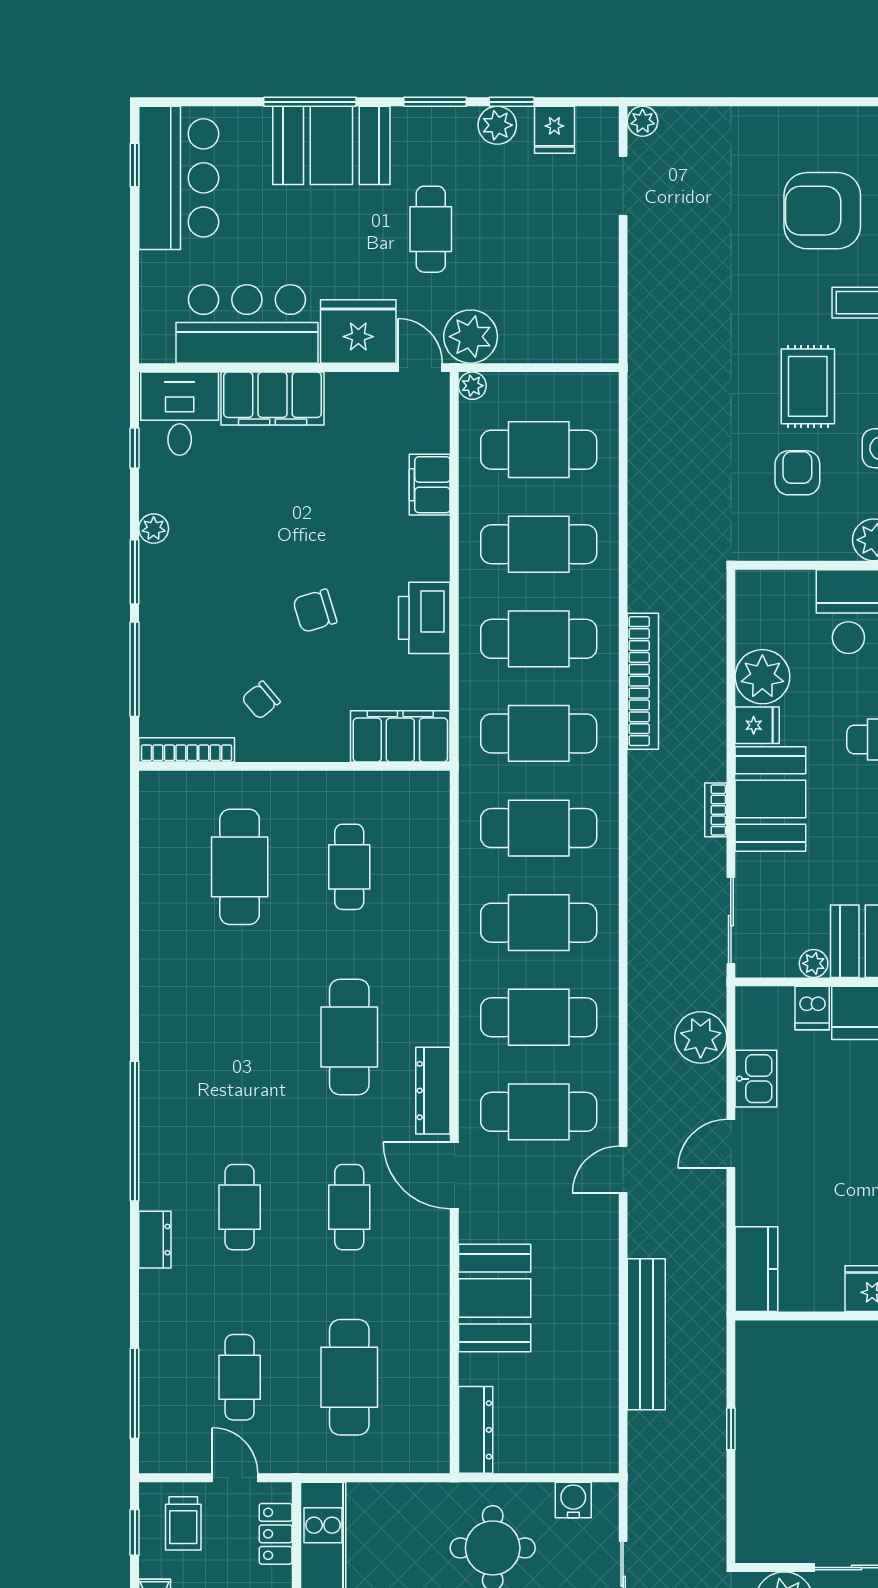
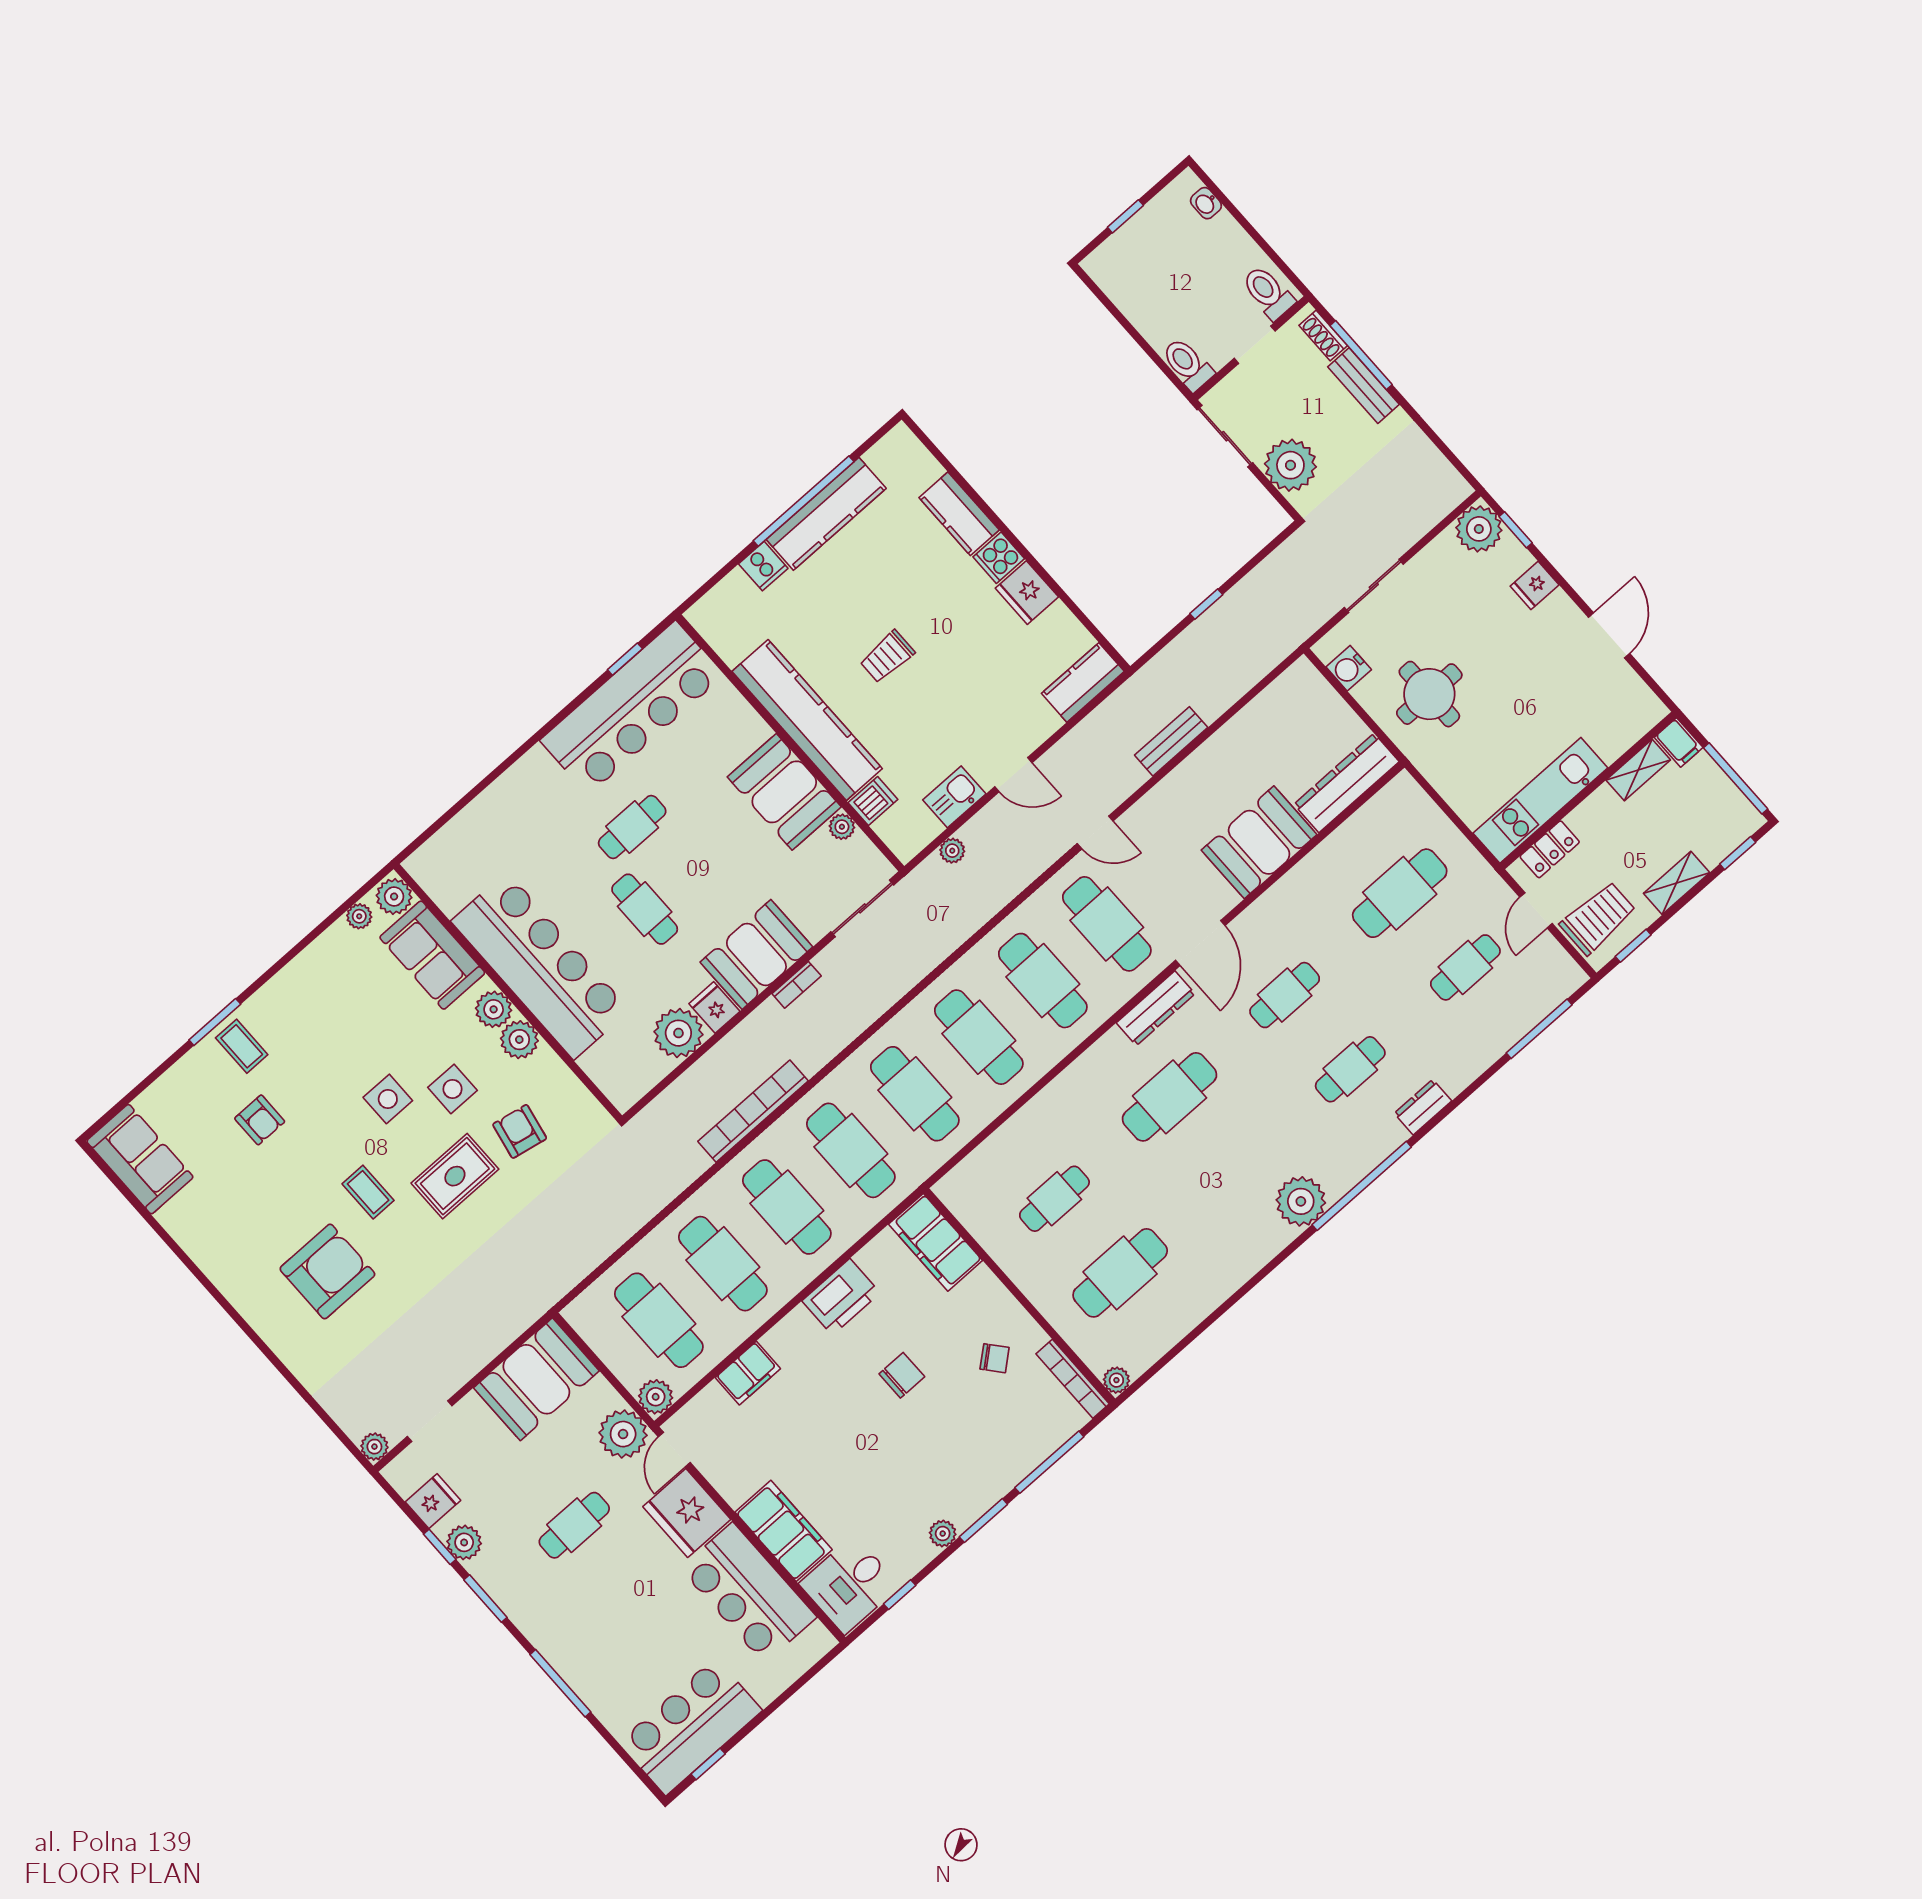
booth: (331, 145) -> (536, 1379), moved, turned 90
armchair: (822, 211) -> (327, 1271), turned -90
plant: (472, 386) -> (656, 1397), width x1.38, depth x1.38
armchair: (797, 473) -> (520, 1131), turned 101
chair: (315, 611) -> (902, 1375), turned -73
plant: (153, 785) -> (1116, 1380), added
plant: (701, 1037) -> (952, 851), width x0.53, depth x0.53
plant: (166, 1069) -> (1301, 1201), added
bench: (646, 1334) -> (1171, 741), width x0.54, depth x0.82
dresser: (476, 1430) -> (1346, 783), width x1.37, depth x1.24
trolley: (183, 1523) -> (1598, 918), width x1.36, depth x1.39

